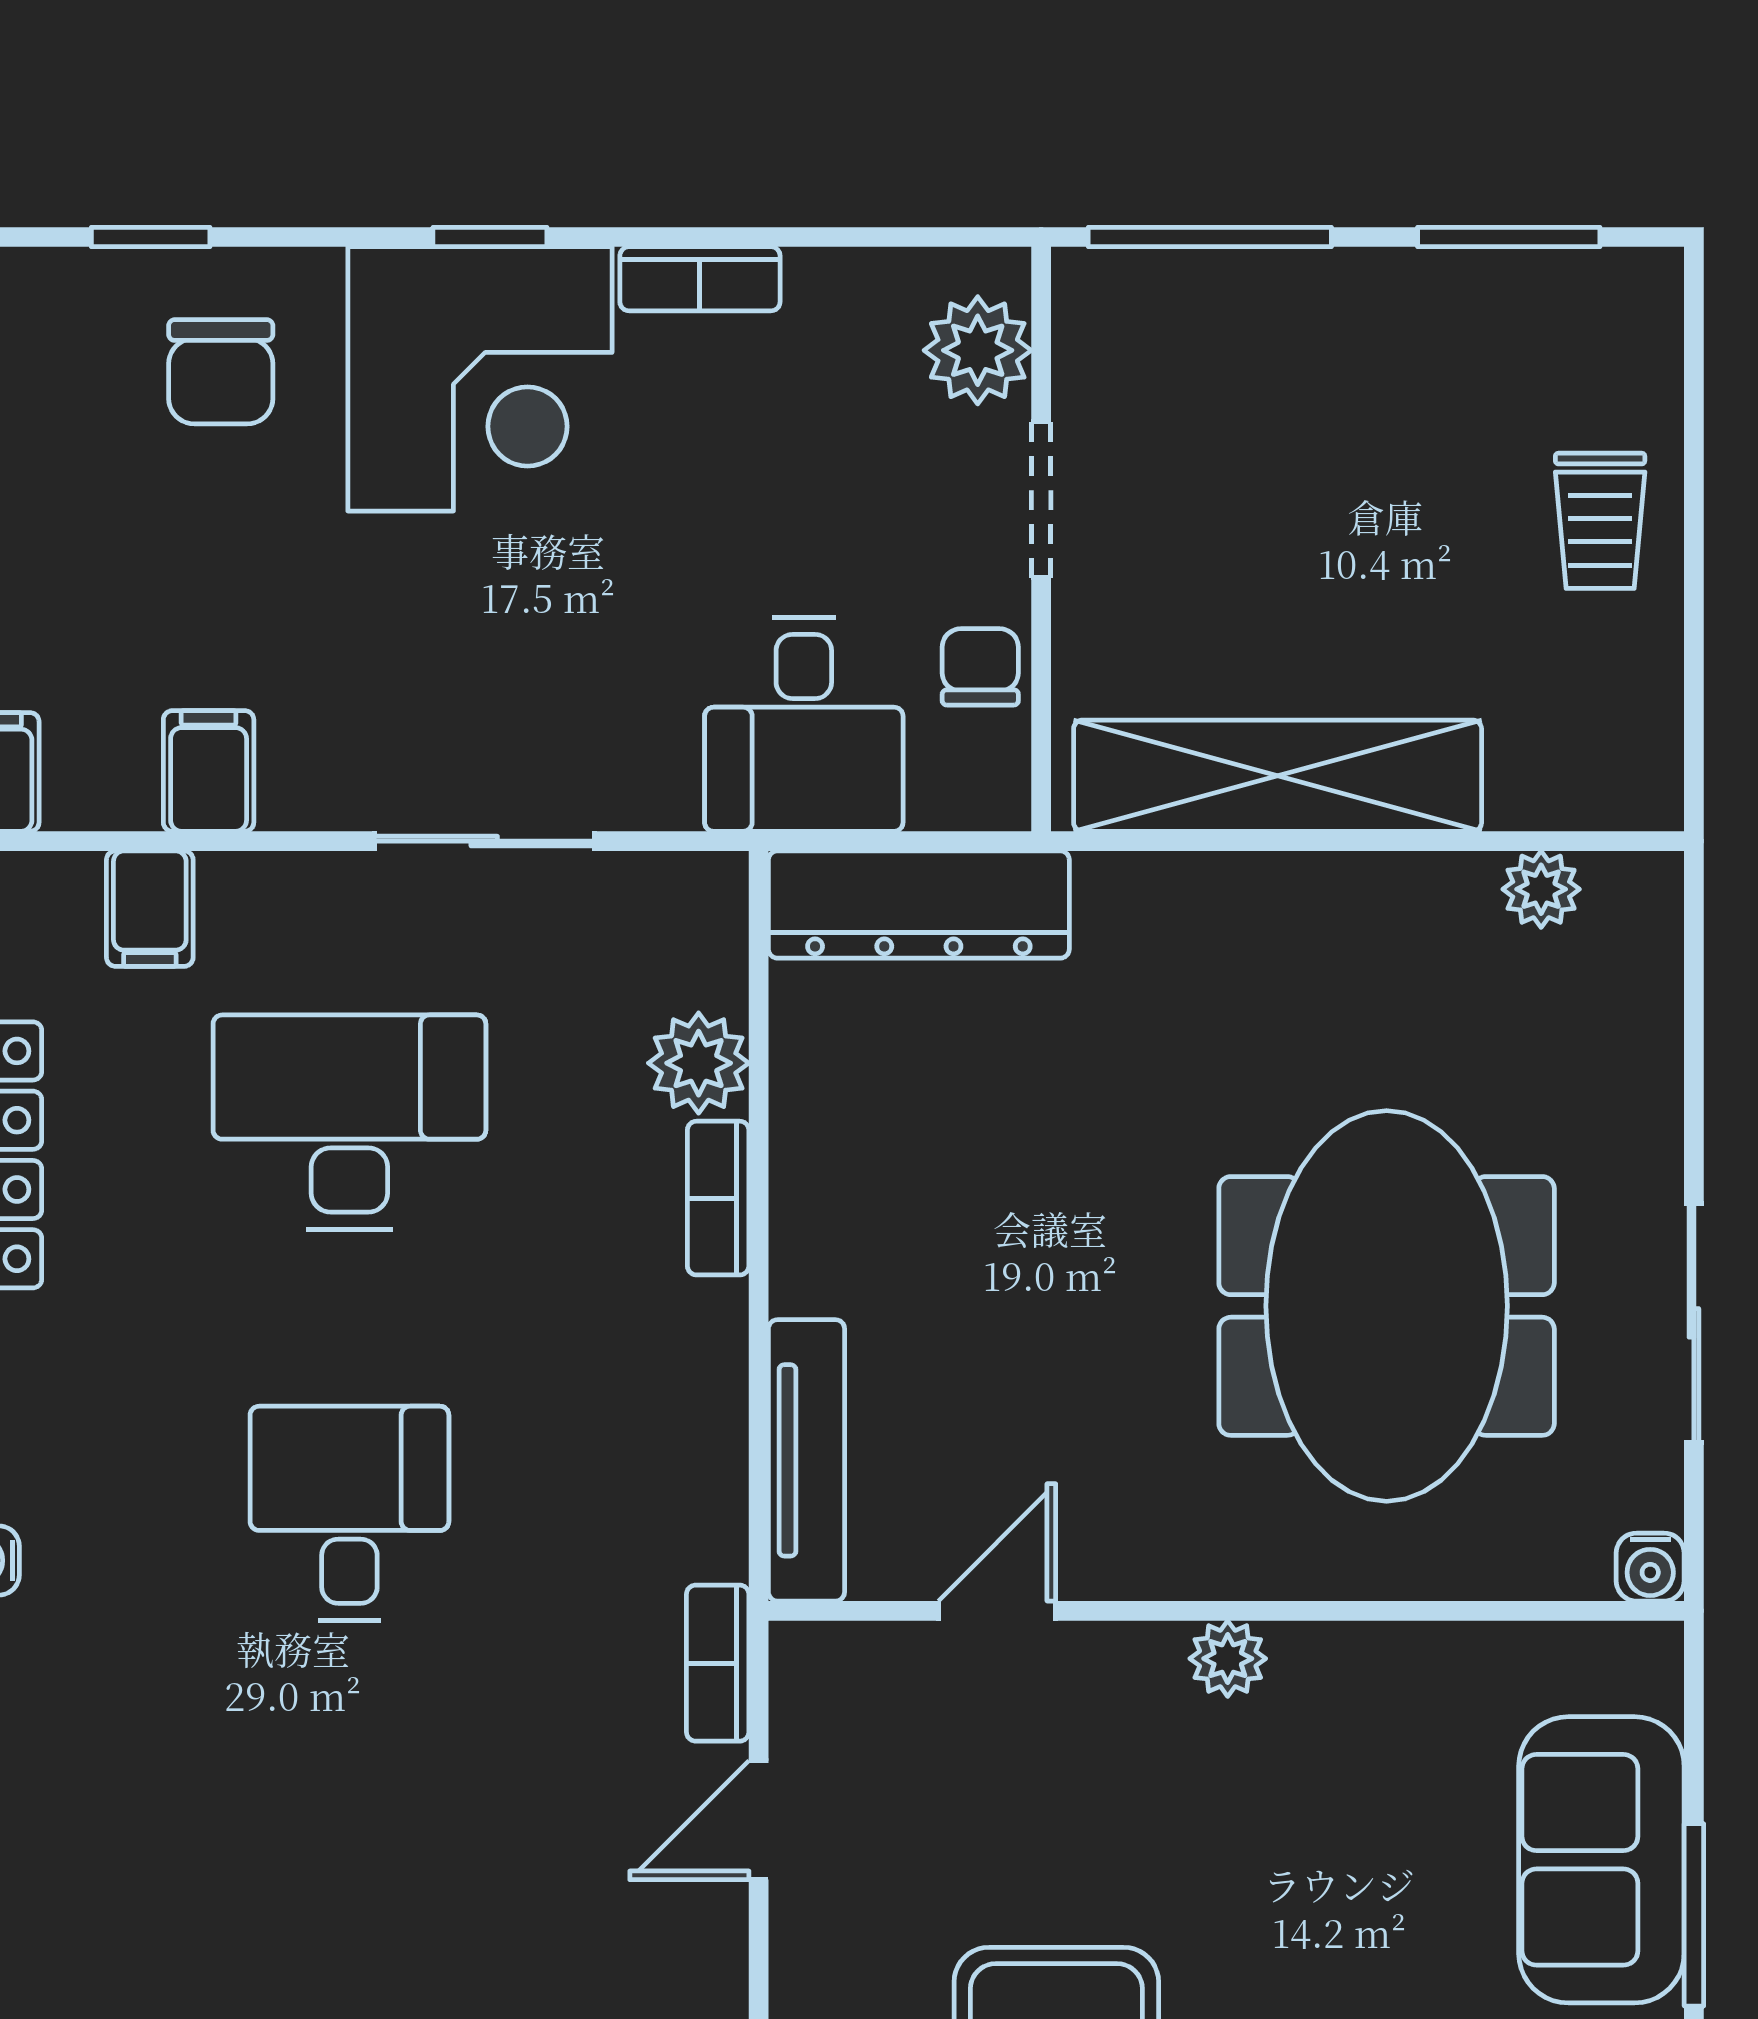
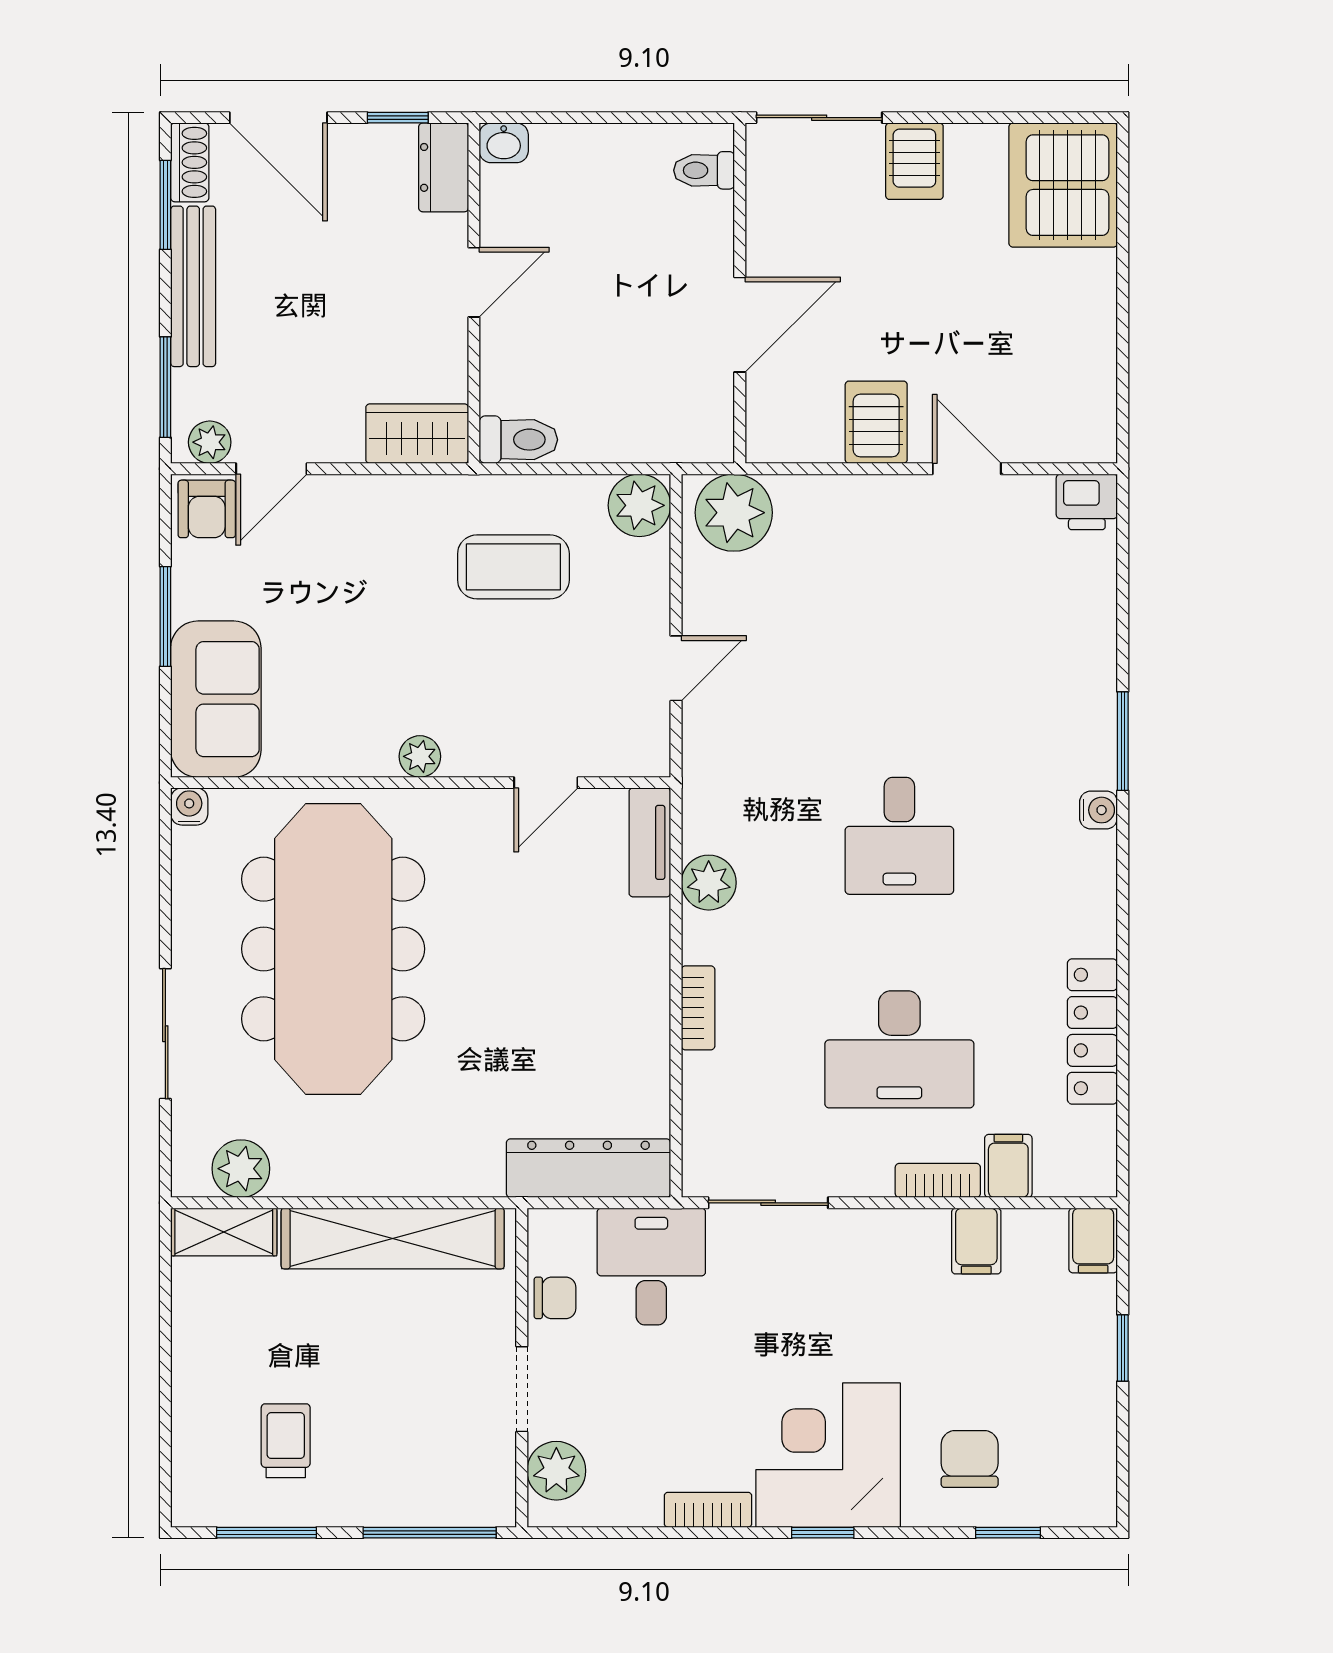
trolley: (1600, 521) -> (286, 1441), moved
chair: (980, 667) -> (555, 1298), turned -90
shelving: (1587, 787) -> (224, 1232), added
sliding door: (484, 841) -> (768, 1203), moved
plant: (1541, 889) -> (241, 1169), width x1.38, depth x1.38
plant: (699, 1063) -> (709, 883), moved
meeting table: (1387, 1306) -> (333, 949), width x1.36
sliding door: (1694, 1323) -> (165, 1034), moved
tv unit: (806, 1460) -> (650, 842), width x0.71
bookcase: (718, 1663) -> (938, 1180), moved, turned -90
sofa: (1601, 1860) -> (216, 699), moved

